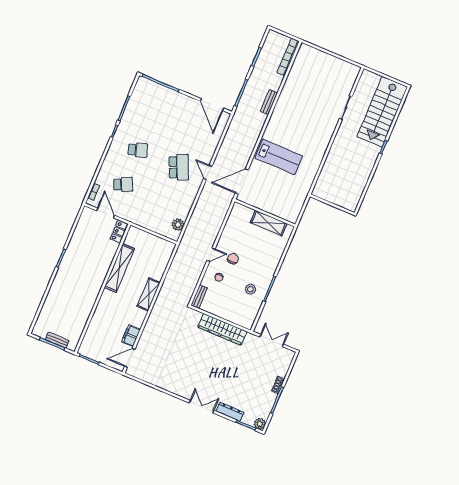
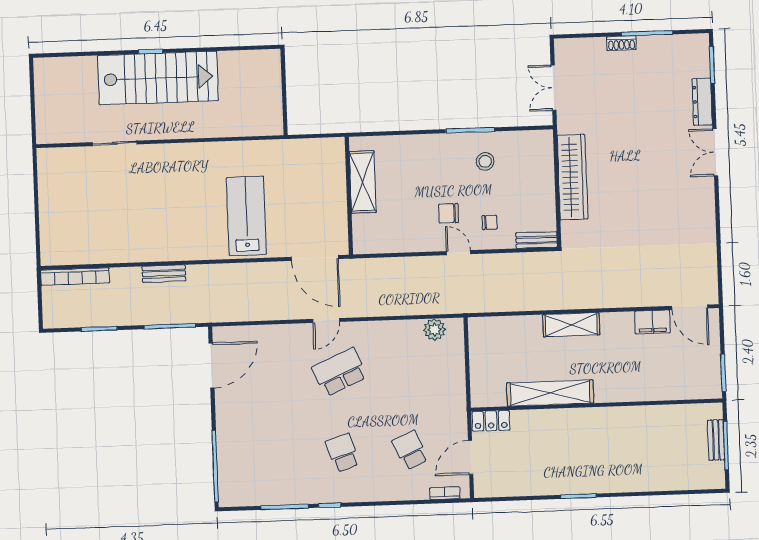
stairs: (382, 112) -> (158, 78), moved
plant: (260, 424) -> (699, 44), removed

